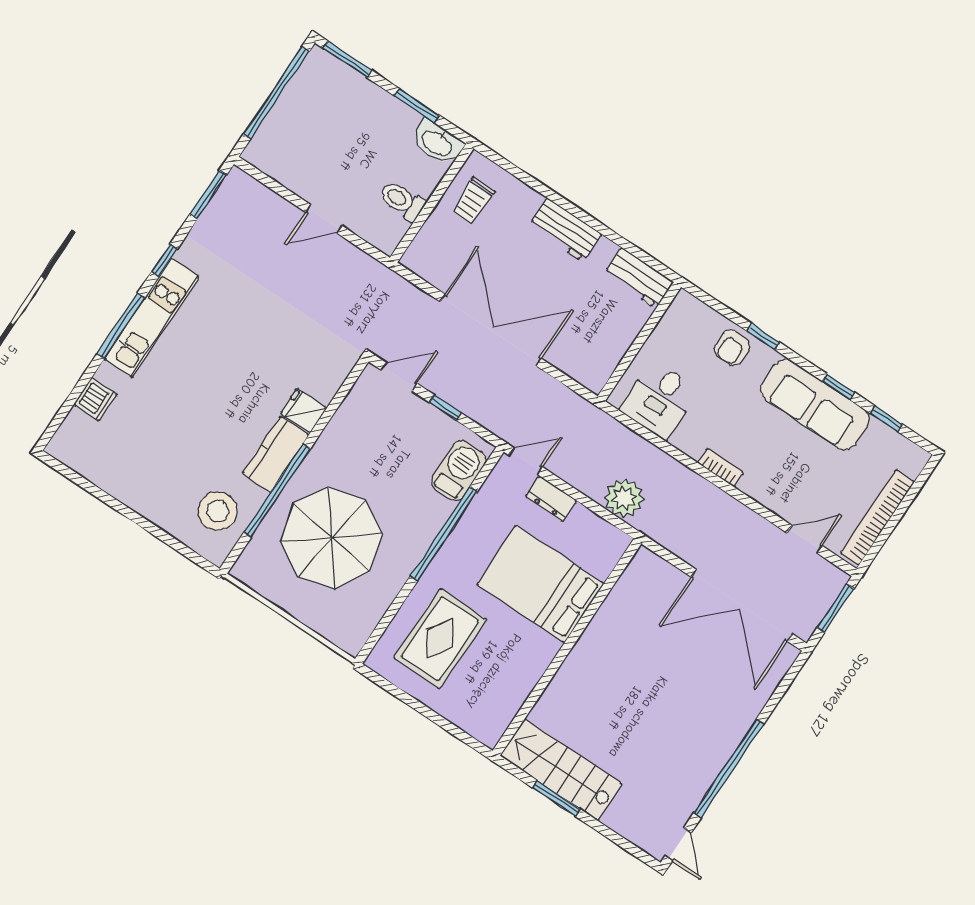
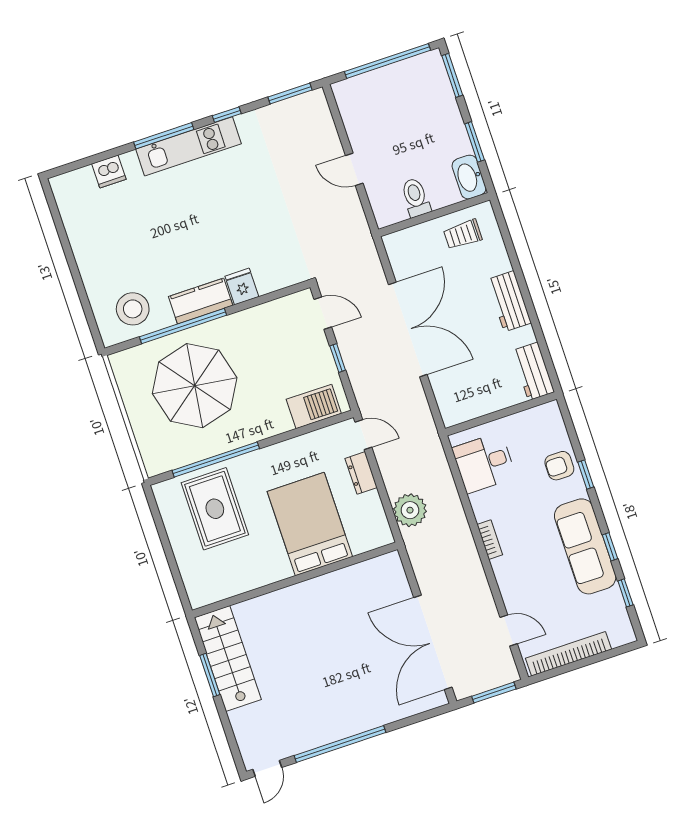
window: (444, 534) -> (216, 459), moved
rug: (440, 639) -> (215, 509), turned 90

